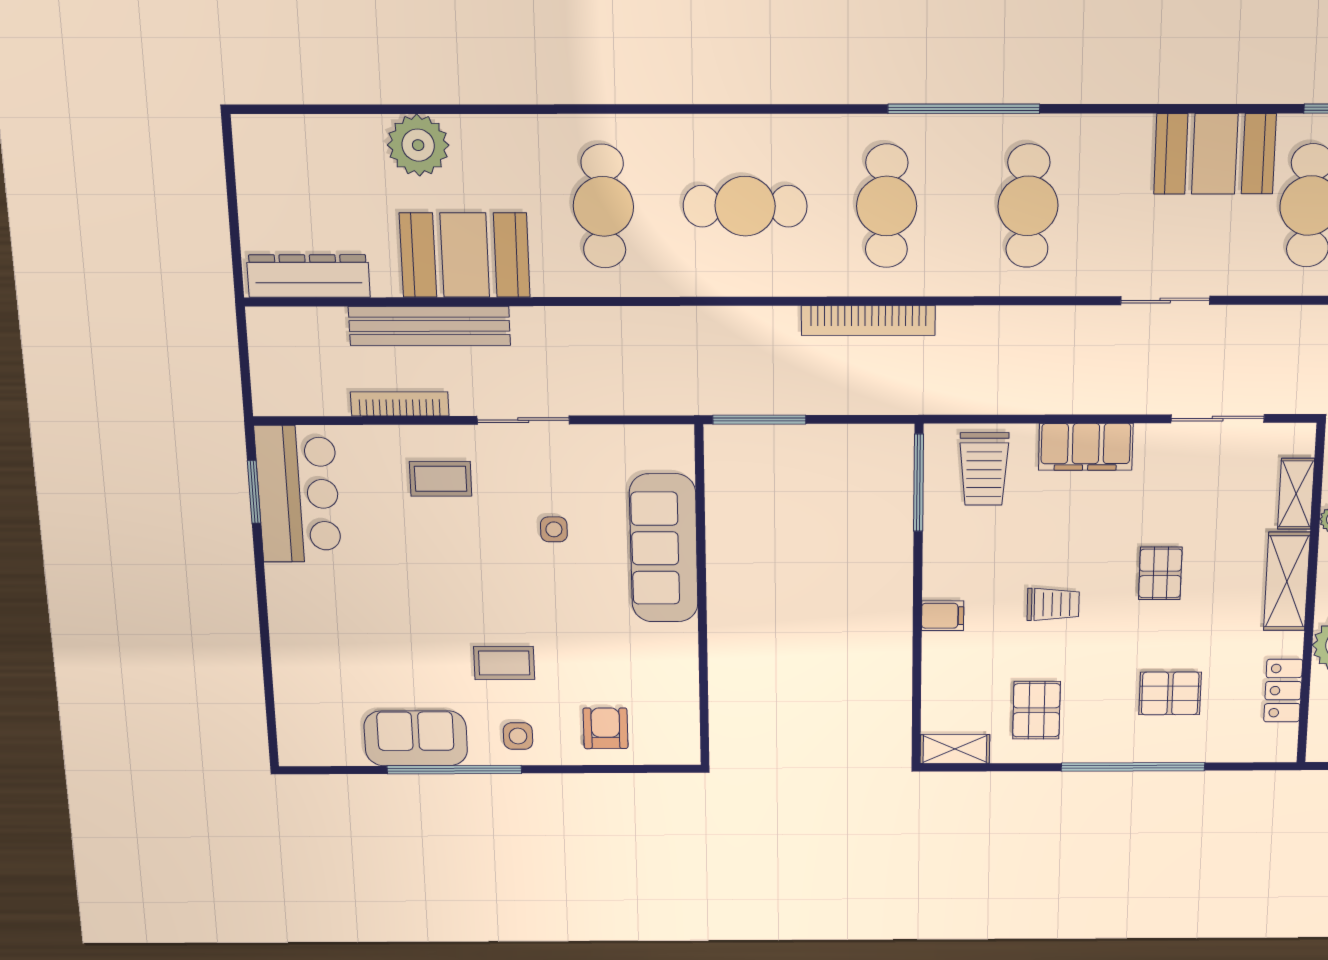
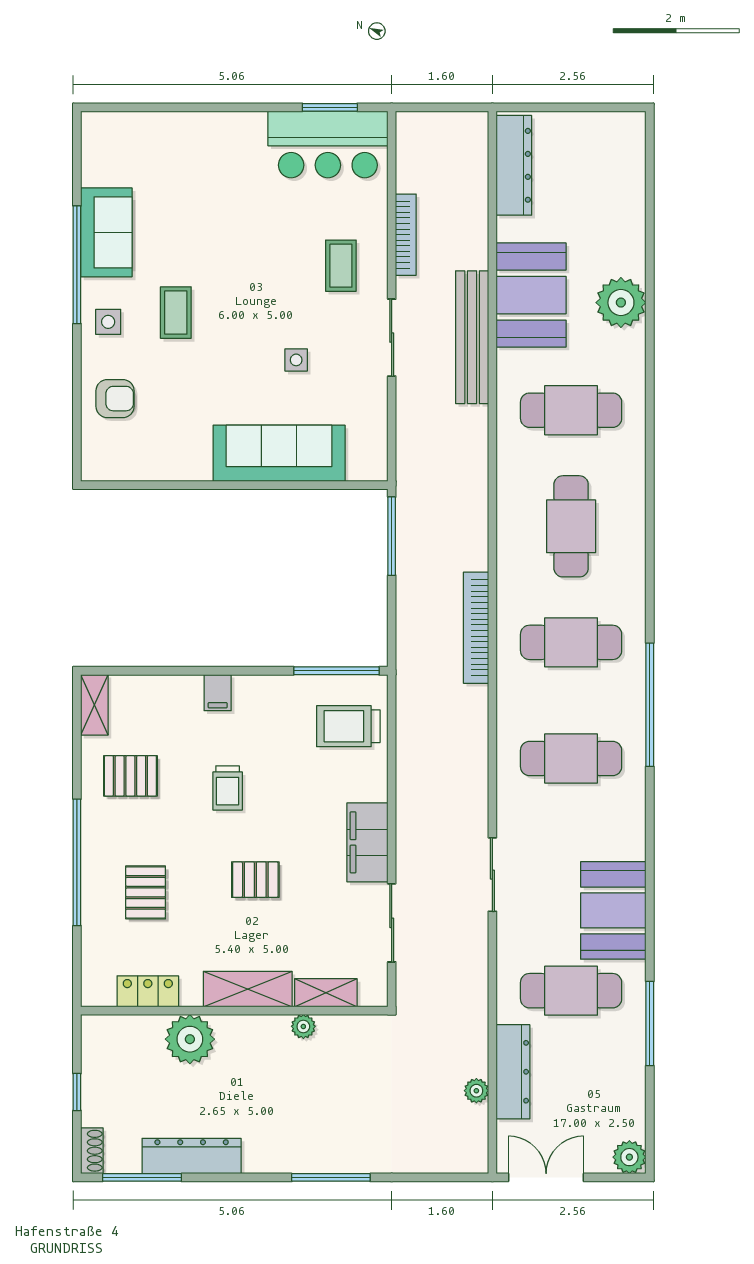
plant: (418, 145) -> (621, 303), moved
bench: (429, 326) -> (472, 337), moved
filing cabinet: (1086, 447) -> (367, 842), moved

